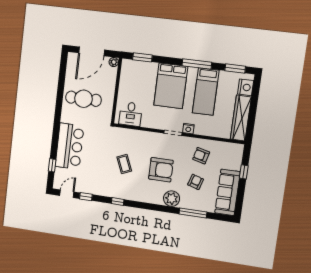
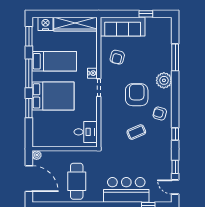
window: (142, 57) -> (29, 108), moved
window: (244, 172) -> (146, 14), moved
armchair: (196, 182) -> (160, 114), moved
sofa: (228, 192) -> (123, 27), moved

